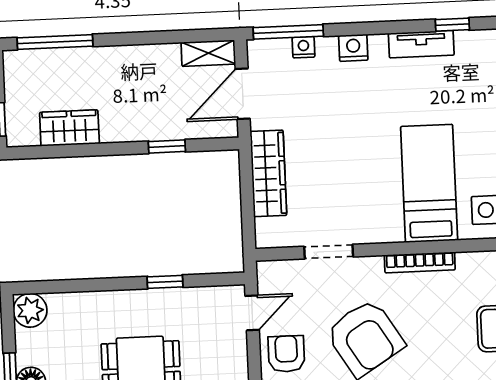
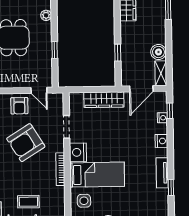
window: (288, 32) -> (170, 111), width x0.46
boiler: (163, 59) -> (158, 52), added
door: (243, 94) -> (141, 89), swing flipped
nightstand: (383, 226) -> (78, 152), added
plant: (91, 302) -> (46, 15), added
armchair: (286, 354) -> (19, 106), turned 90

